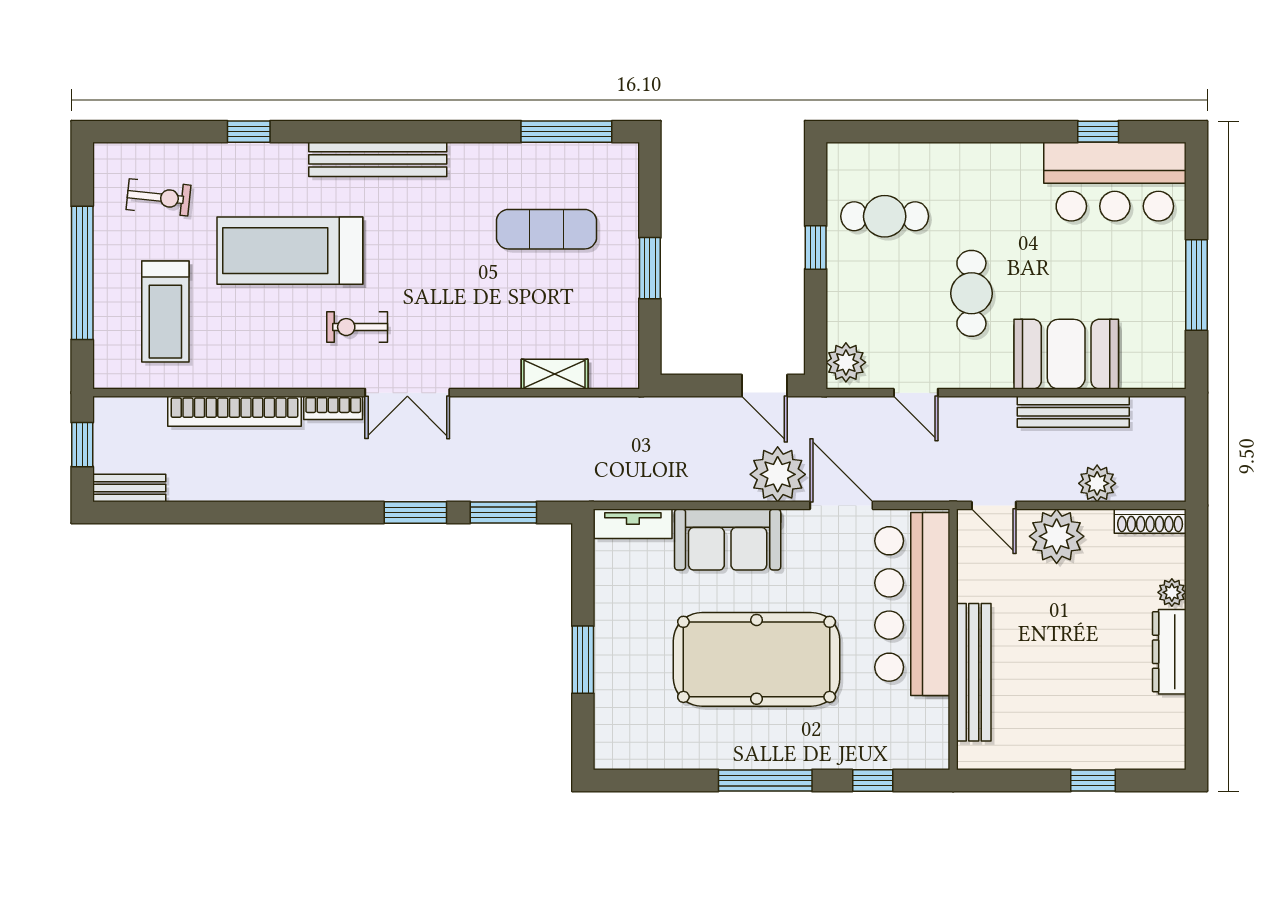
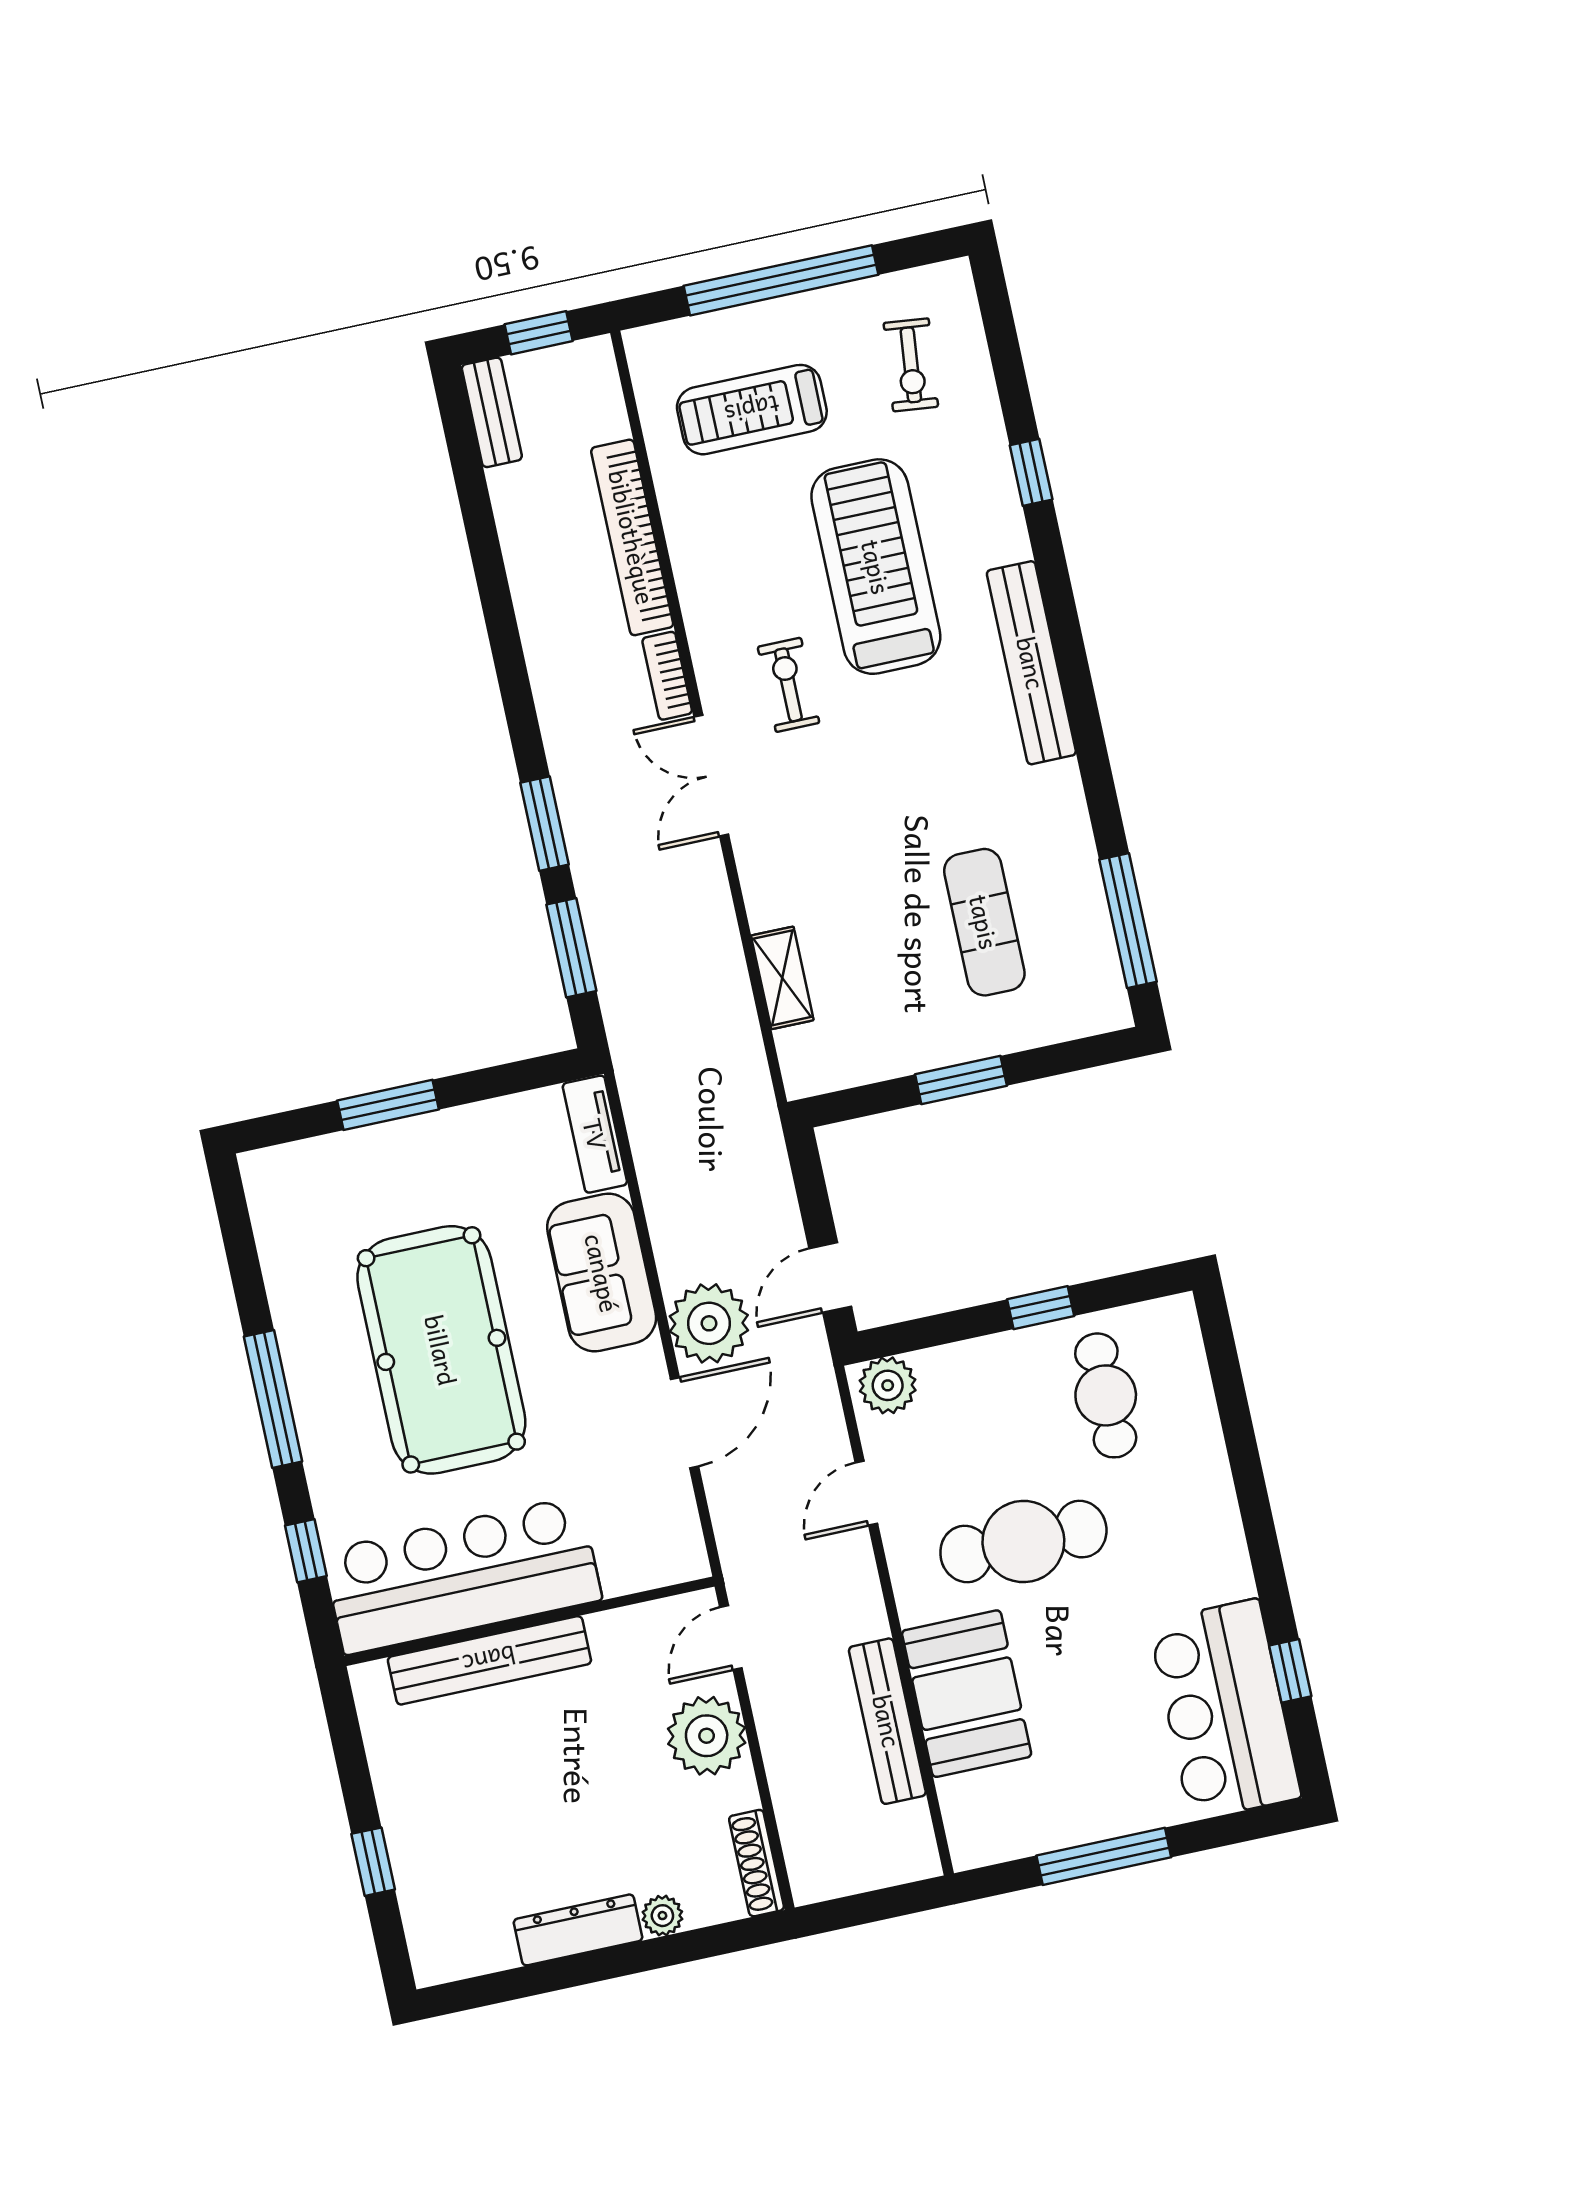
cafe table: (971, 293) -> (1023, 1542), width x1.37, depth x1.35
plant: (1097, 483) -> (794, 1777), removed
bar counter: (912, 604) -> (462, 1575), moved

